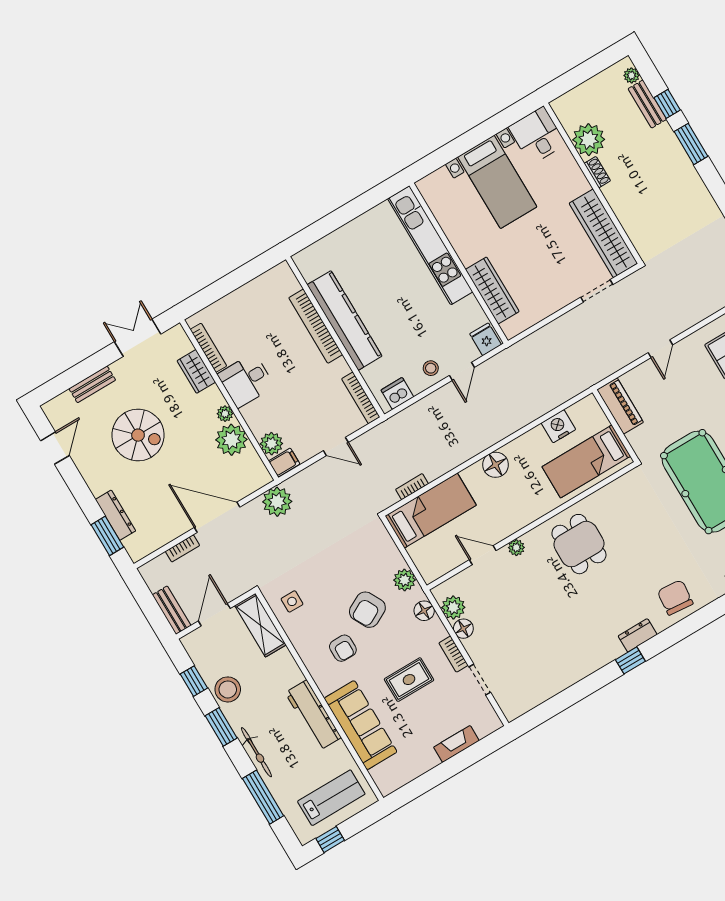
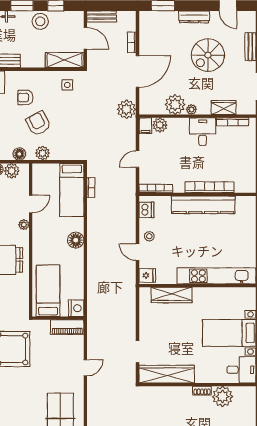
door: (660, 349) -> (85, 368), swing flipped
nightstand: (558, 426) -> (76, 308), moved
dresser: (116, 515) -> (194, 17), moved

